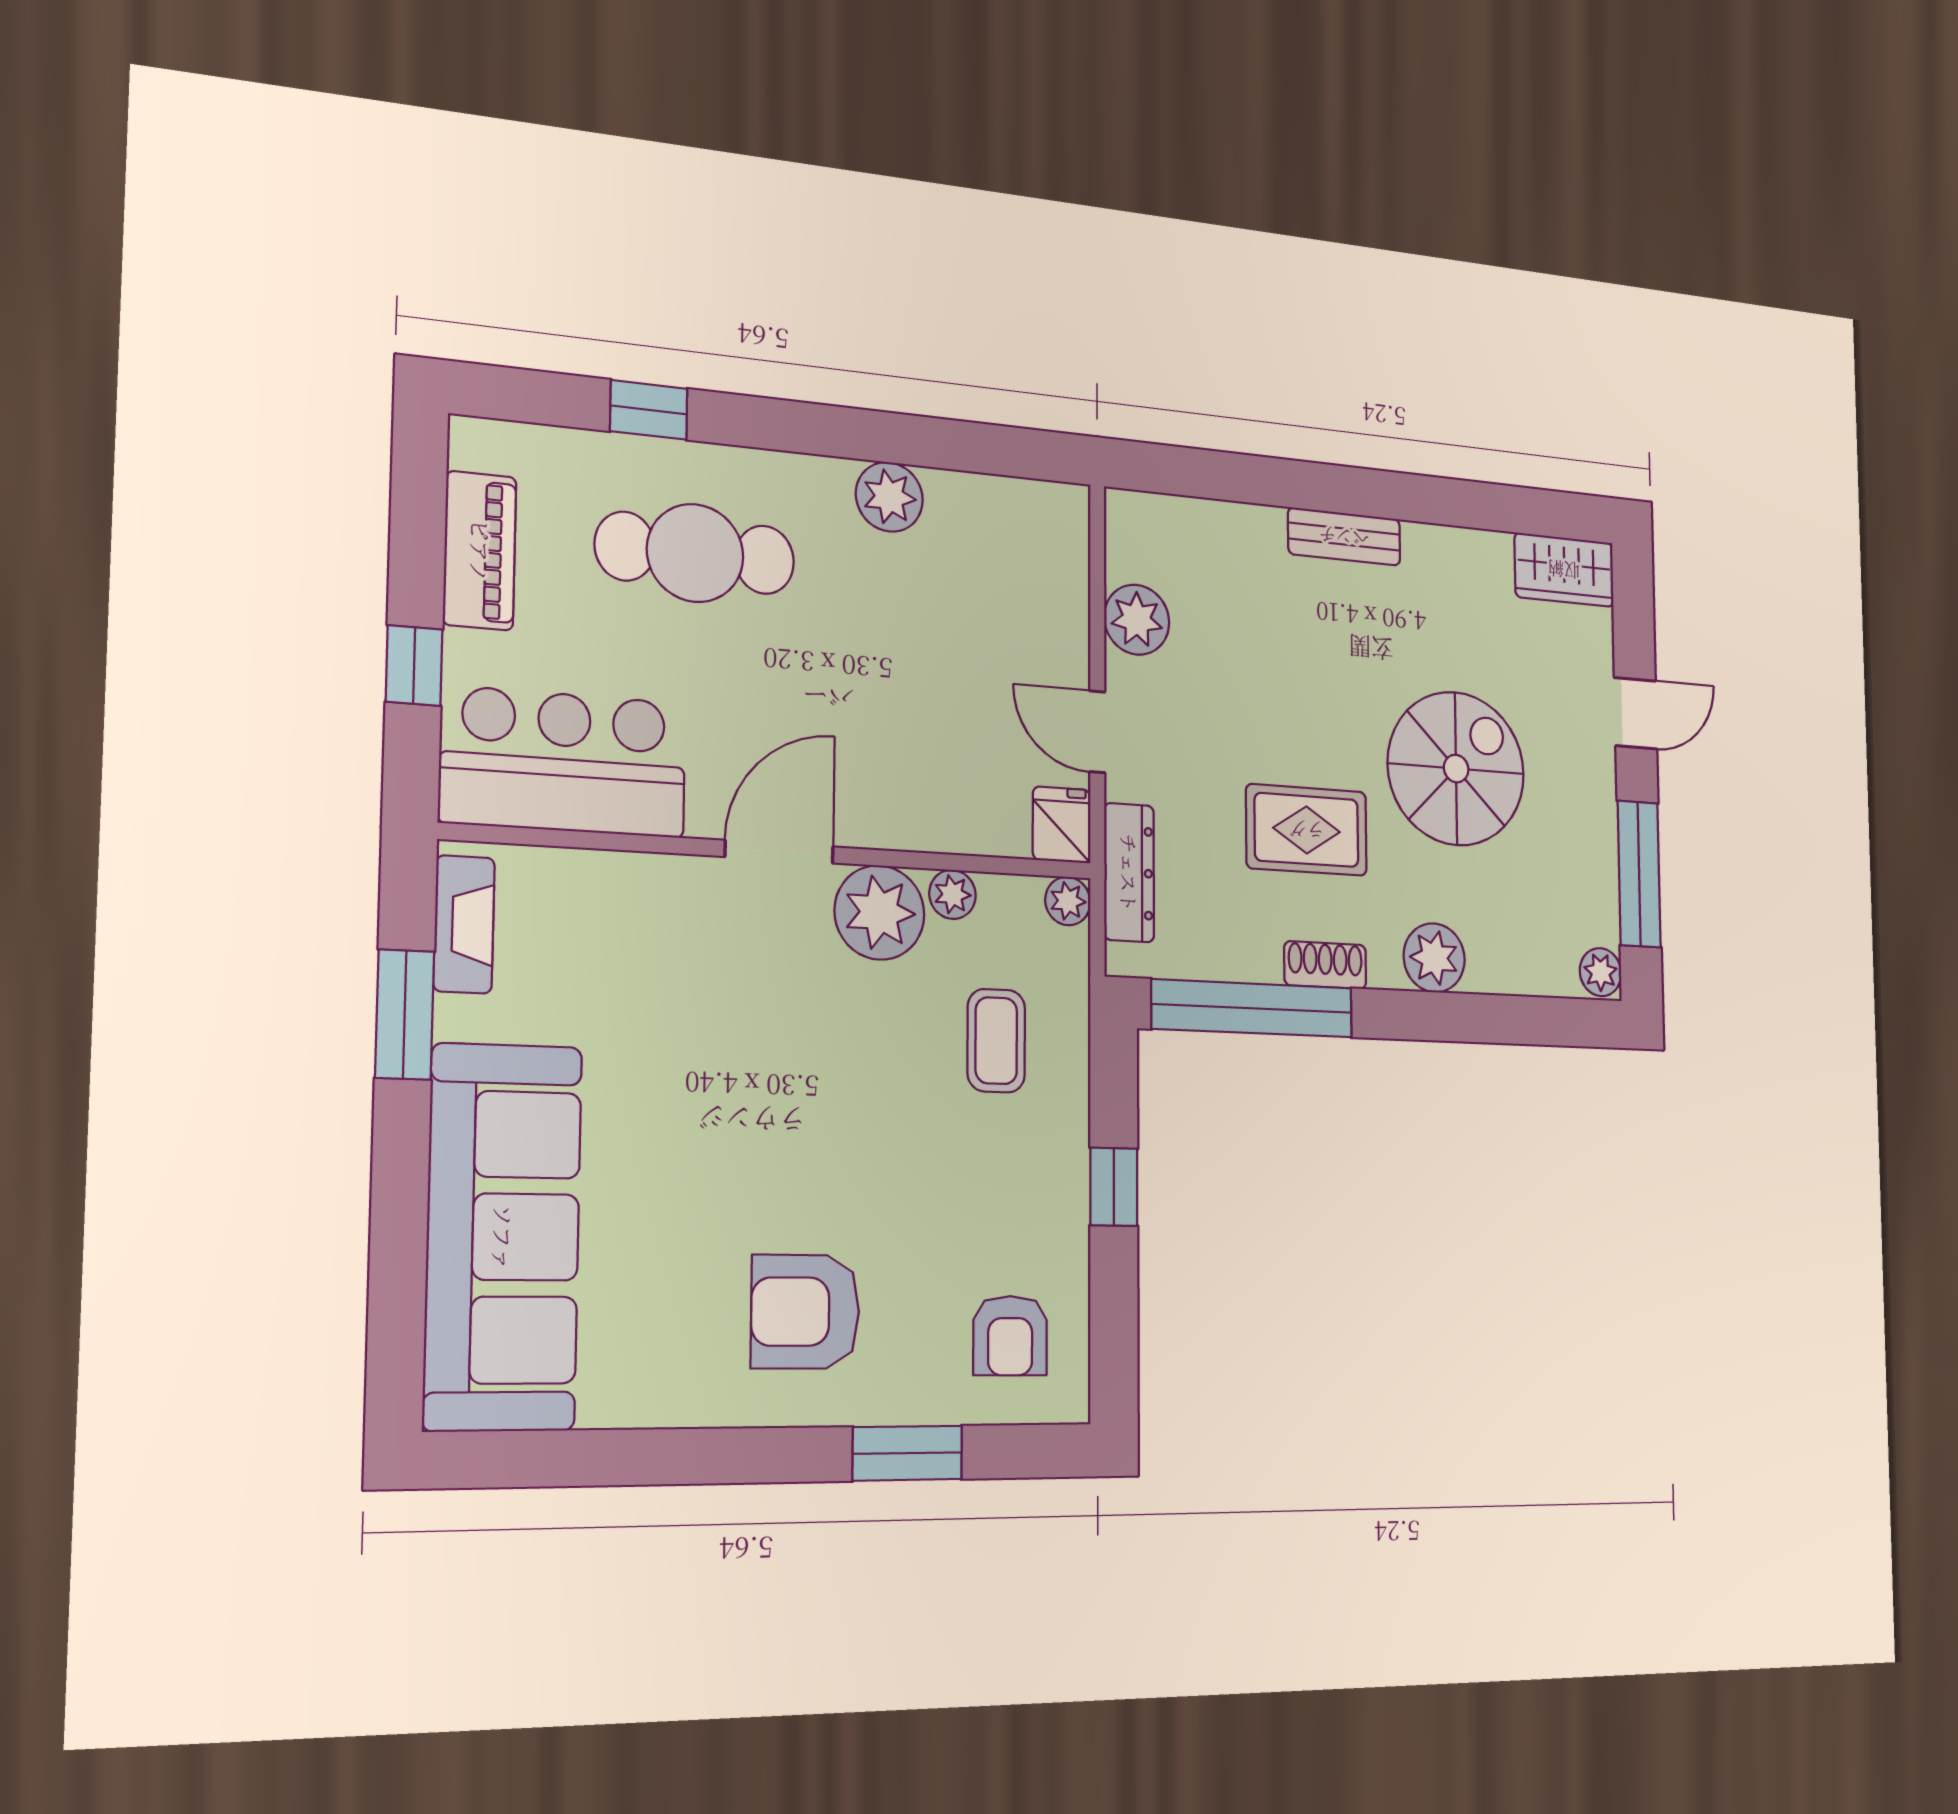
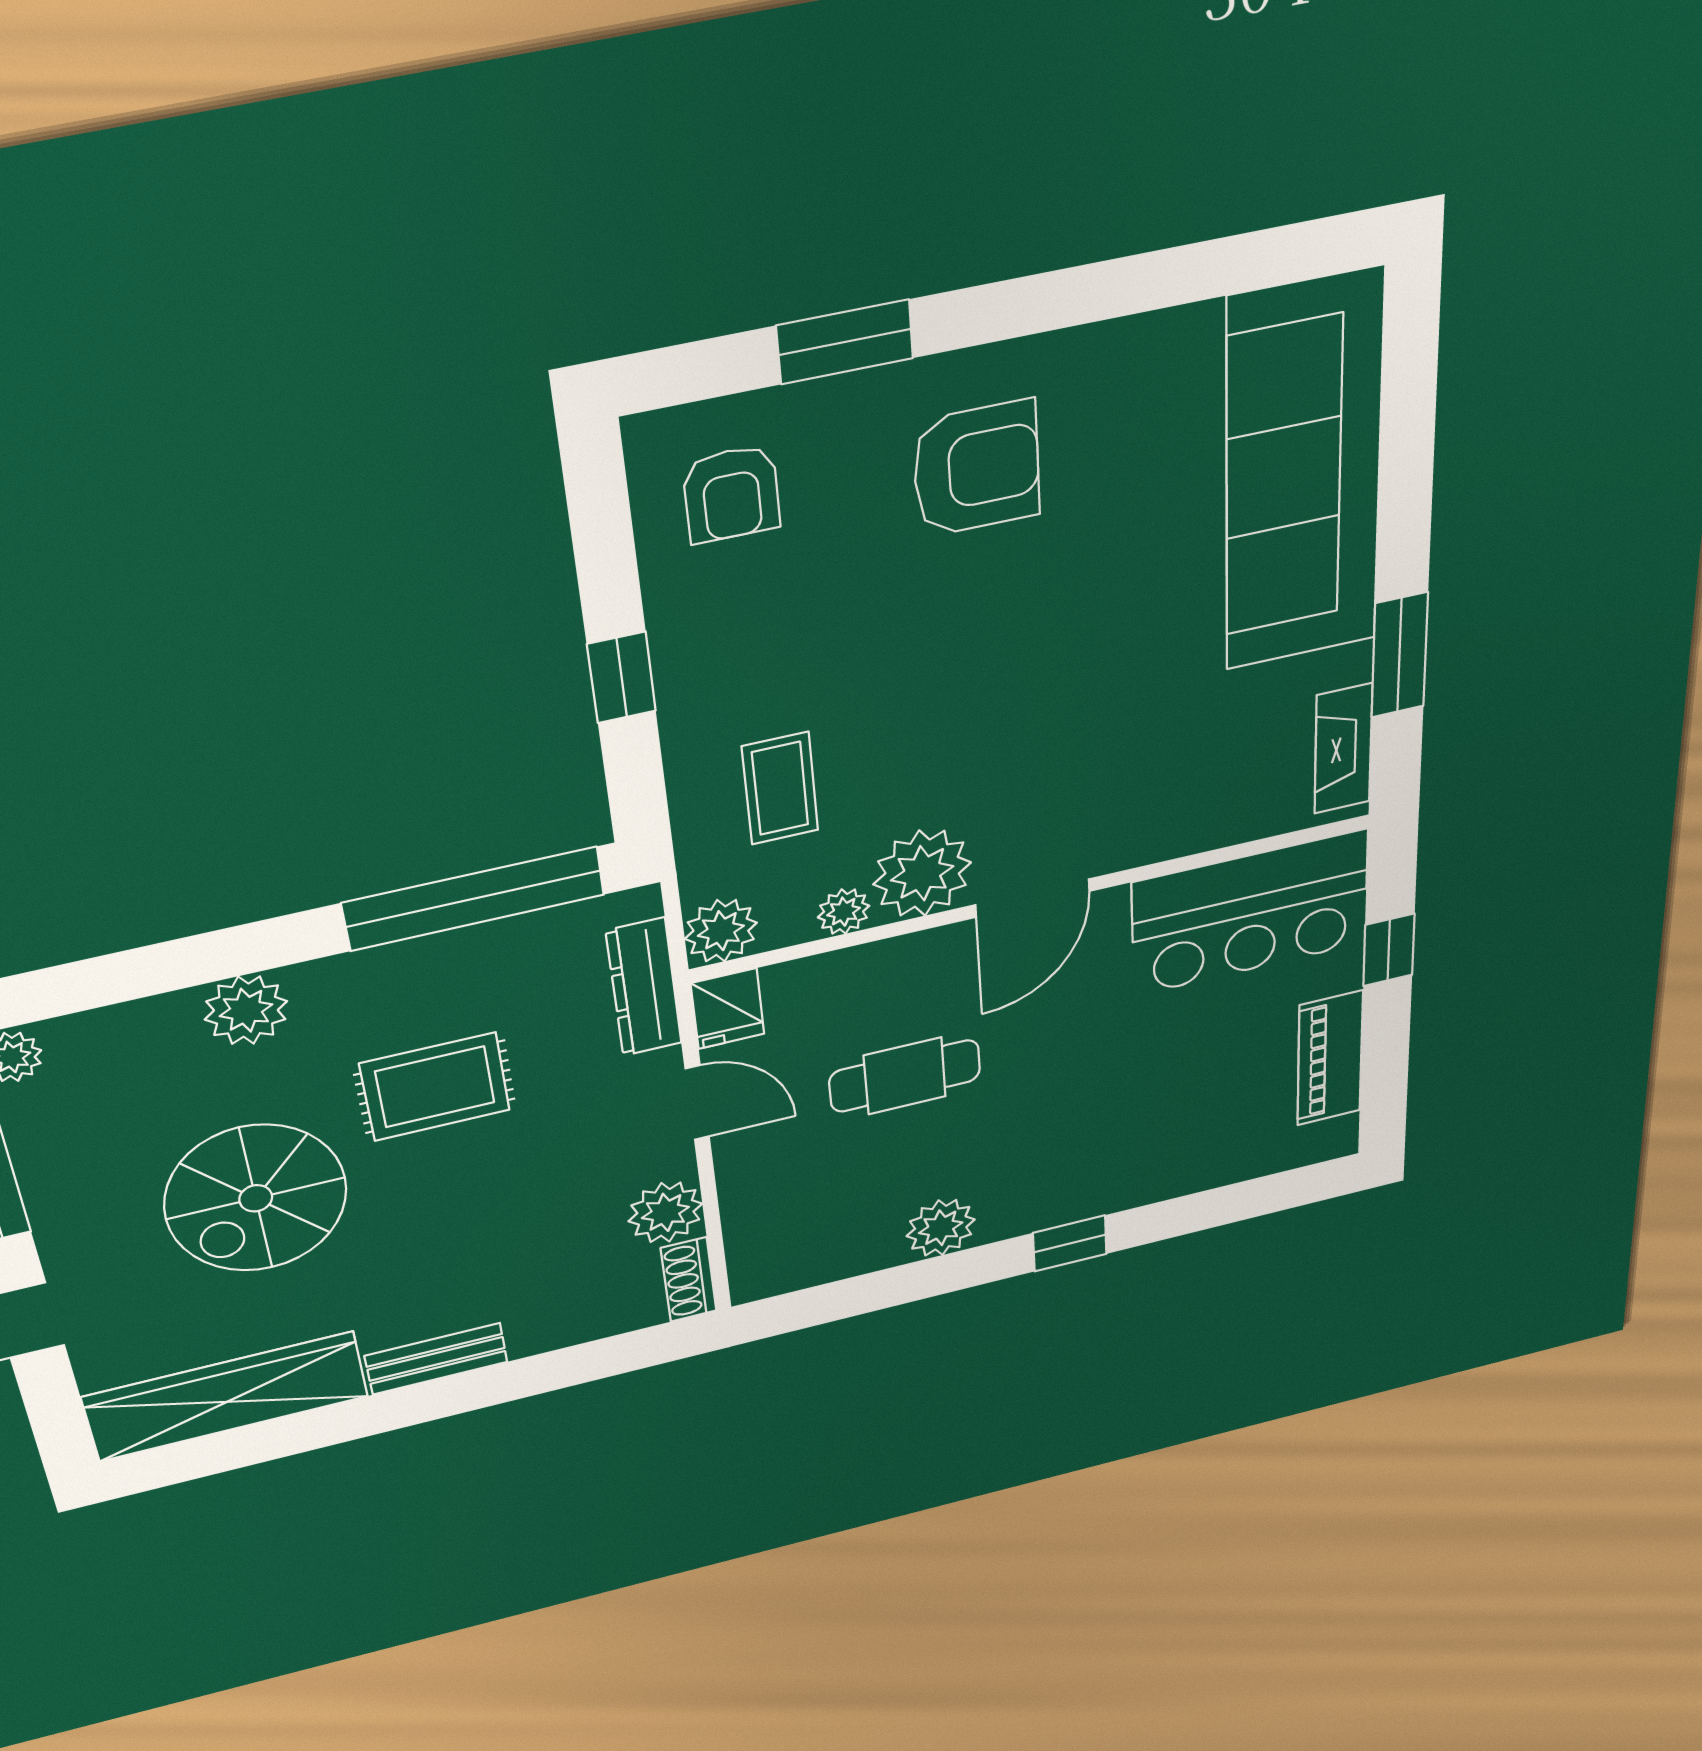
window: (649, 410) -> (1070, 1243), moved
cafe table: (695, 553) -> (905, 1076), moved, width x0.73, depth x0.74
wardrobe: (1564, 570) -> (226, 1397), width x2.10, depth x1.17
plant: (1068, 901) -> (721, 931), width x1.38, depth x1.38
shoe rack: (1325, 965) -> (689, 1280), moved, turned 90
armchair: (1010, 1336) -> (731, 494), turned 180

